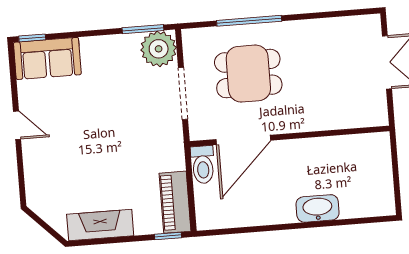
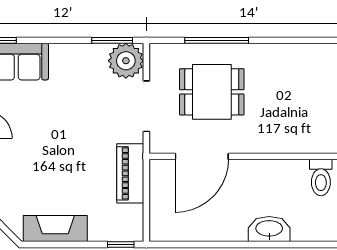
toilet: (203, 165) -> (321, 177), moved
piano: (175, 202) -> (130, 173), moved

